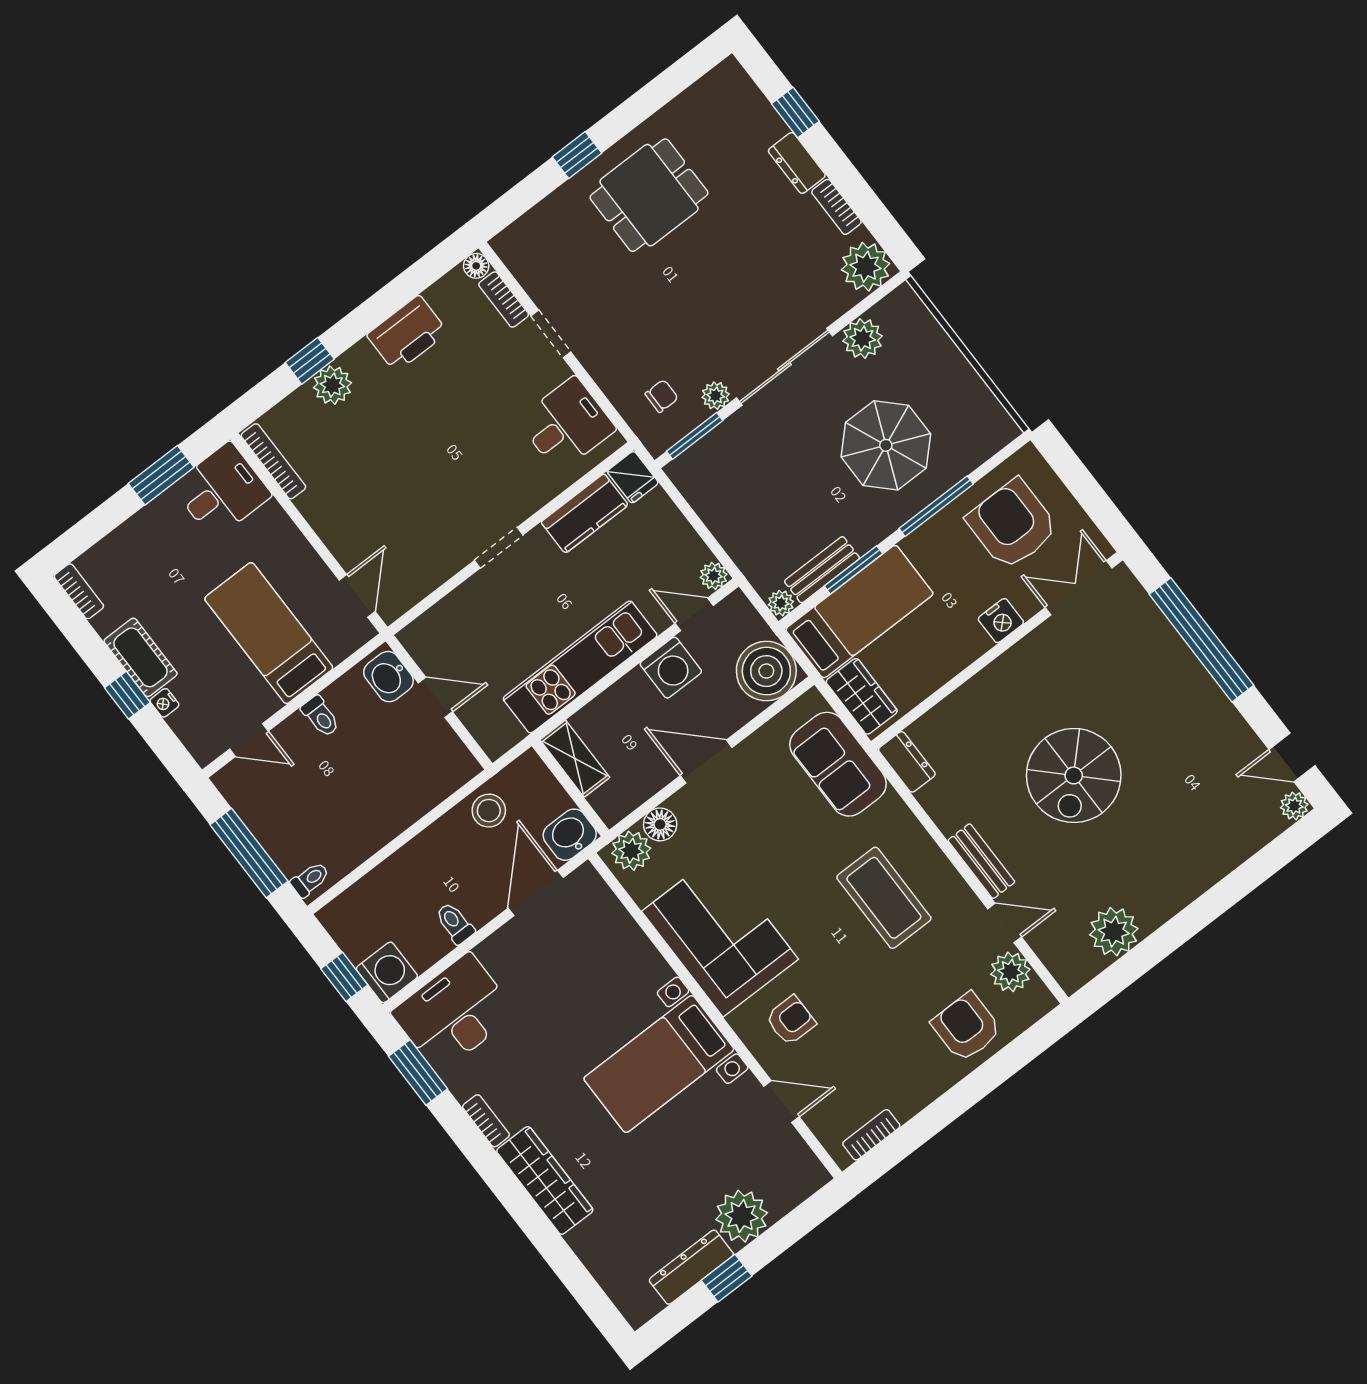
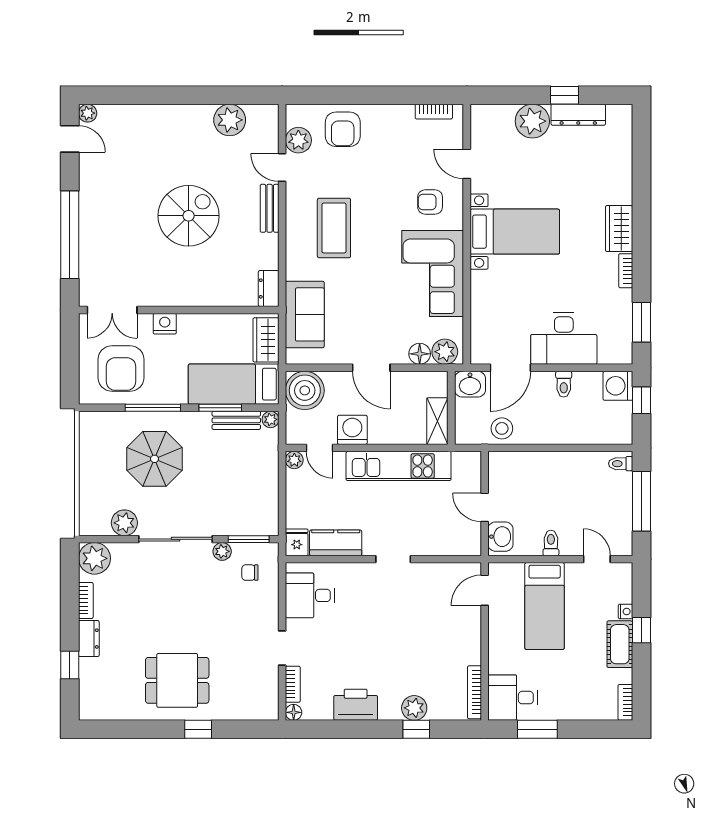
desk: (454, 1013) -> (564, 339), moved
wardrobe: (545, 1180) -> (619, 229), width x0.67

